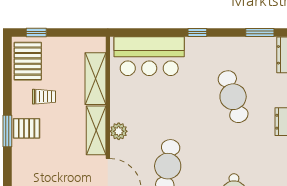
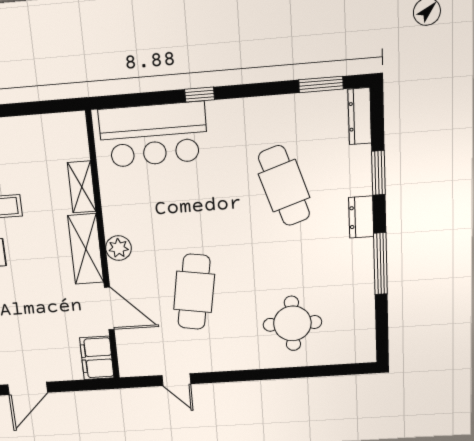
window: (197, 33) -> (200, 94), moved
shelving: (95, 79) -> (82, 187), width x0.67, depth x0.75

